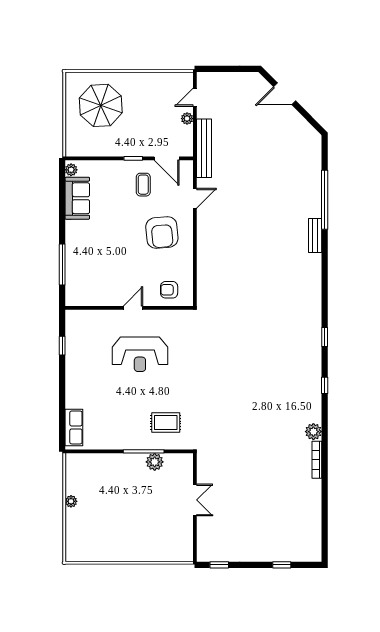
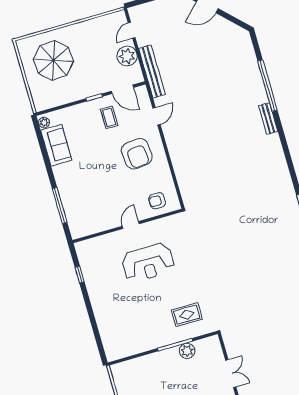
plant: (187, 119) -> (127, 56), width x1.88, depth x1.88
row of seats: (74, 427) -> (110, 341), removed

